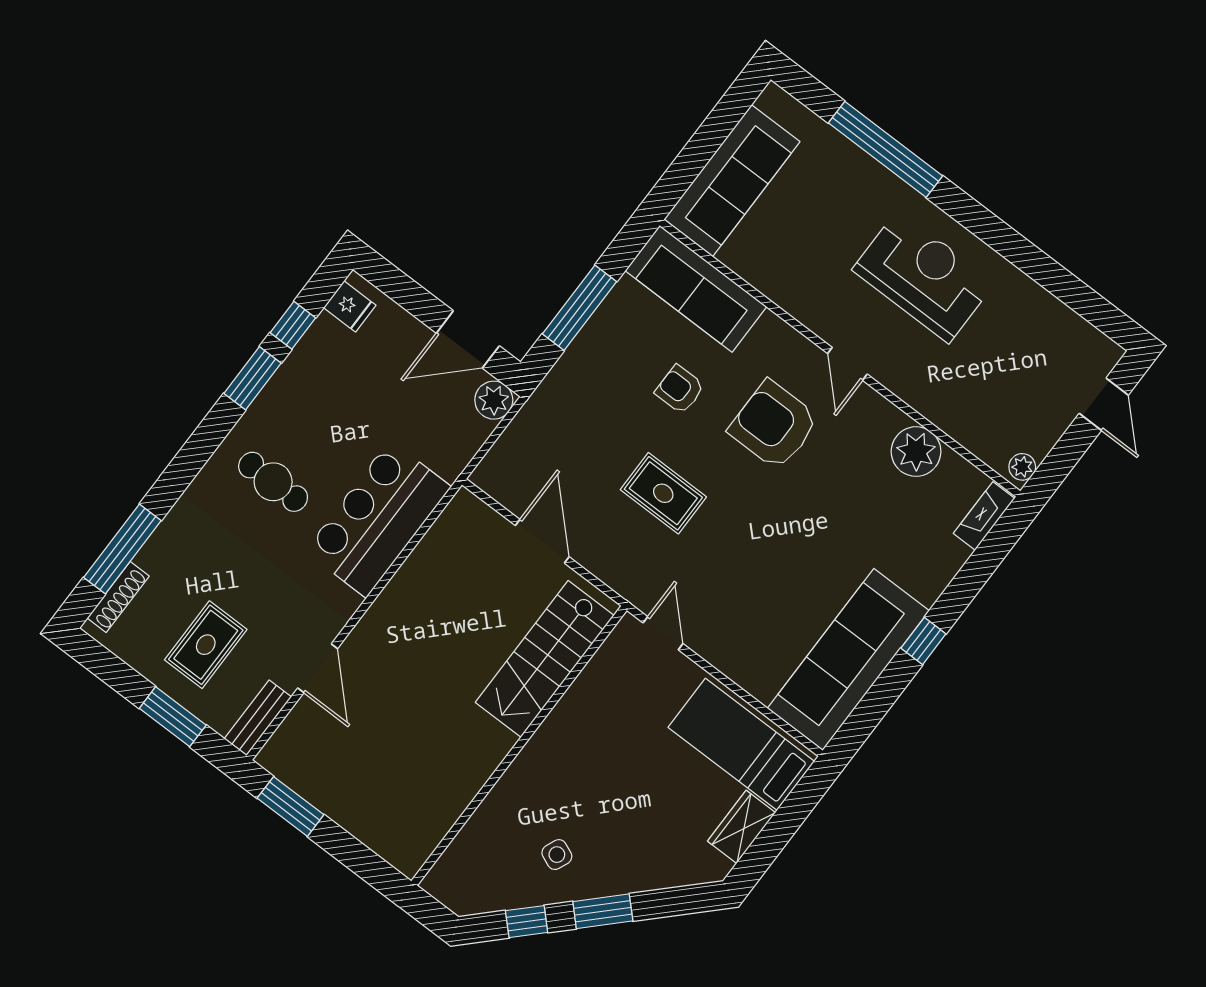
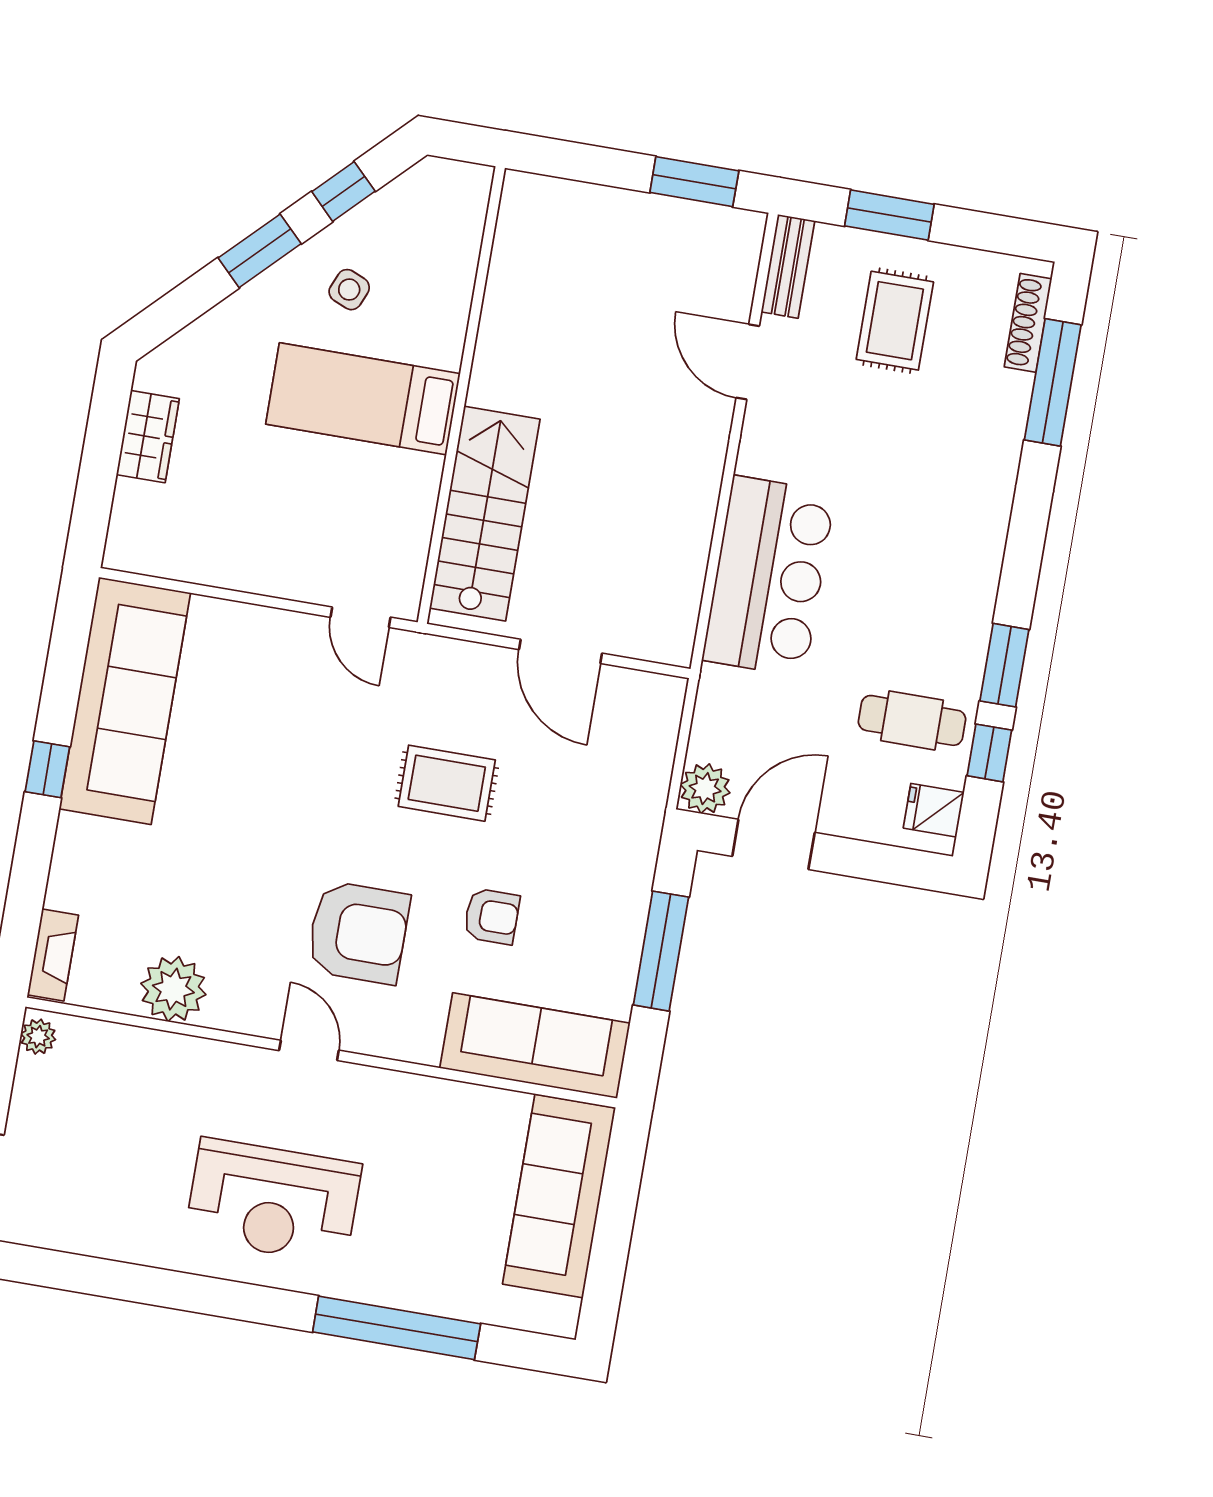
cafe table: (273, 482) -> (912, 720), moved
bed: (741, 744) -> (363, 399), moved, turned 180

